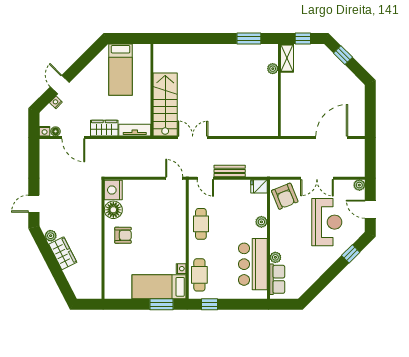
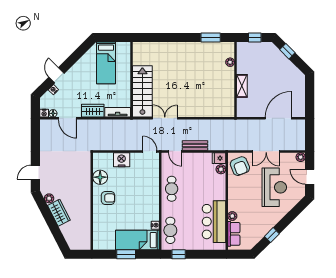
shelving: (287, 58) -> (242, 86), moved
nightstand: (113, 190) -> (122, 160), moved, turned 90
plant: (261, 222) -> (221, 169), moved
window: (351, 254) -> (272, 235), moved
window: (161, 304) -> (126, 254), moved

